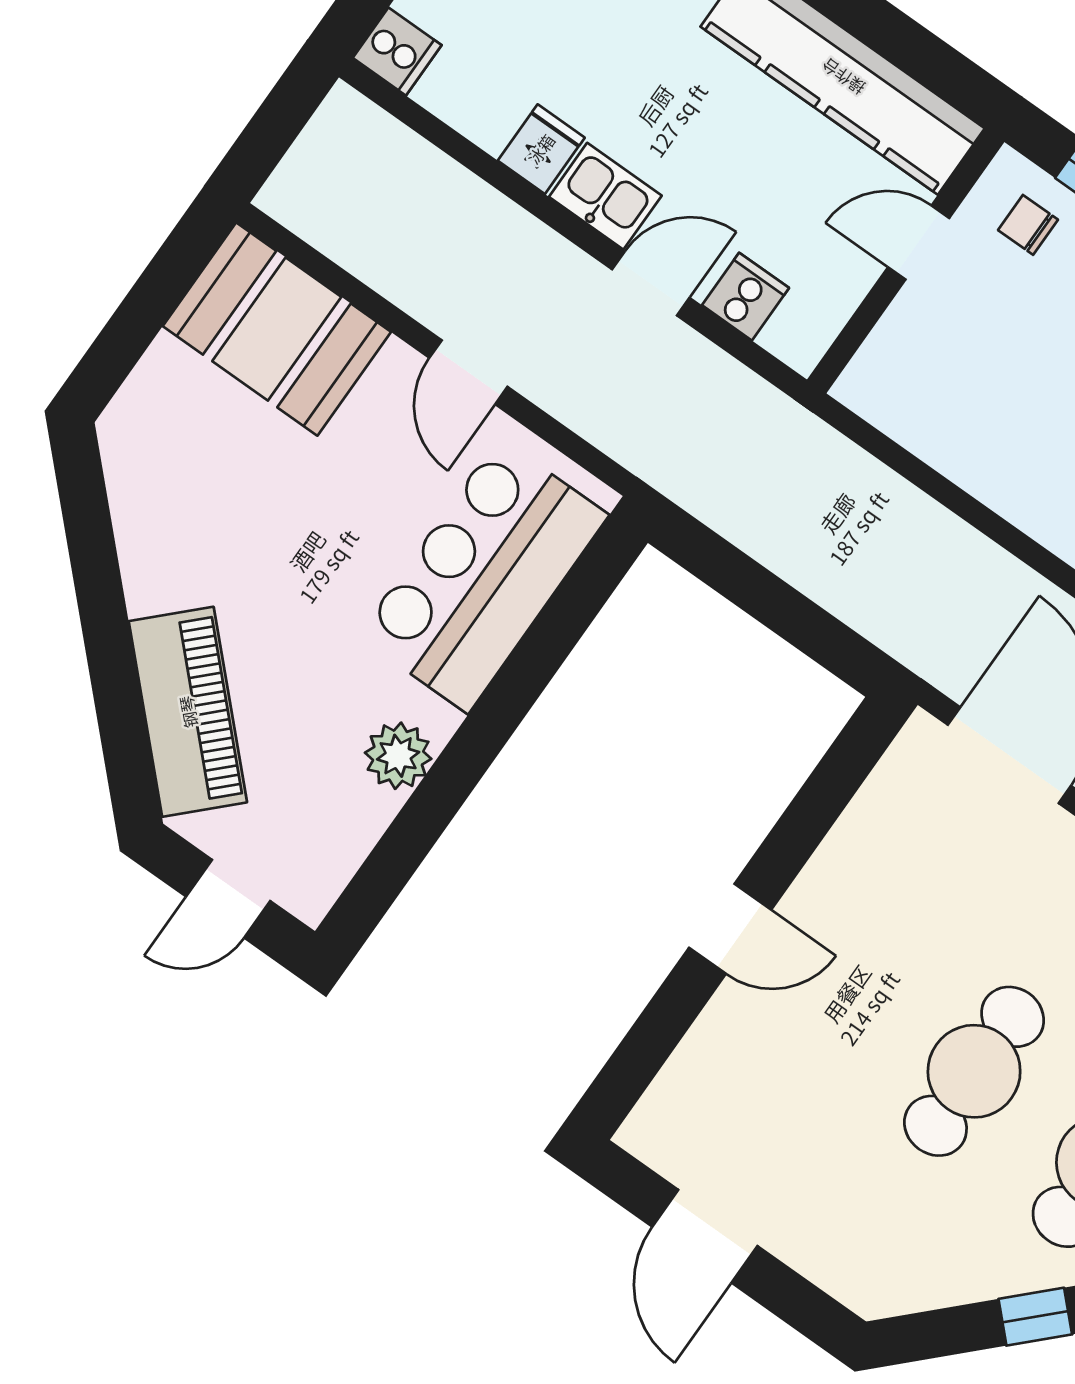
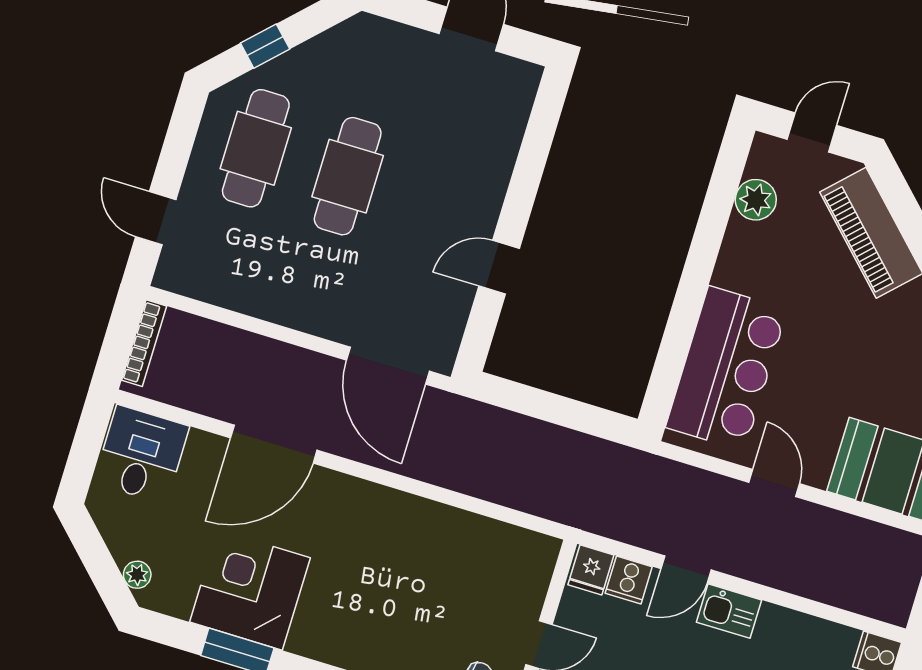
fridge: (541, 149) -> (591, 570), moved
plant: (398, 756) -> (756, 200), moved
door: (730, 929) -> (499, 267), moved

